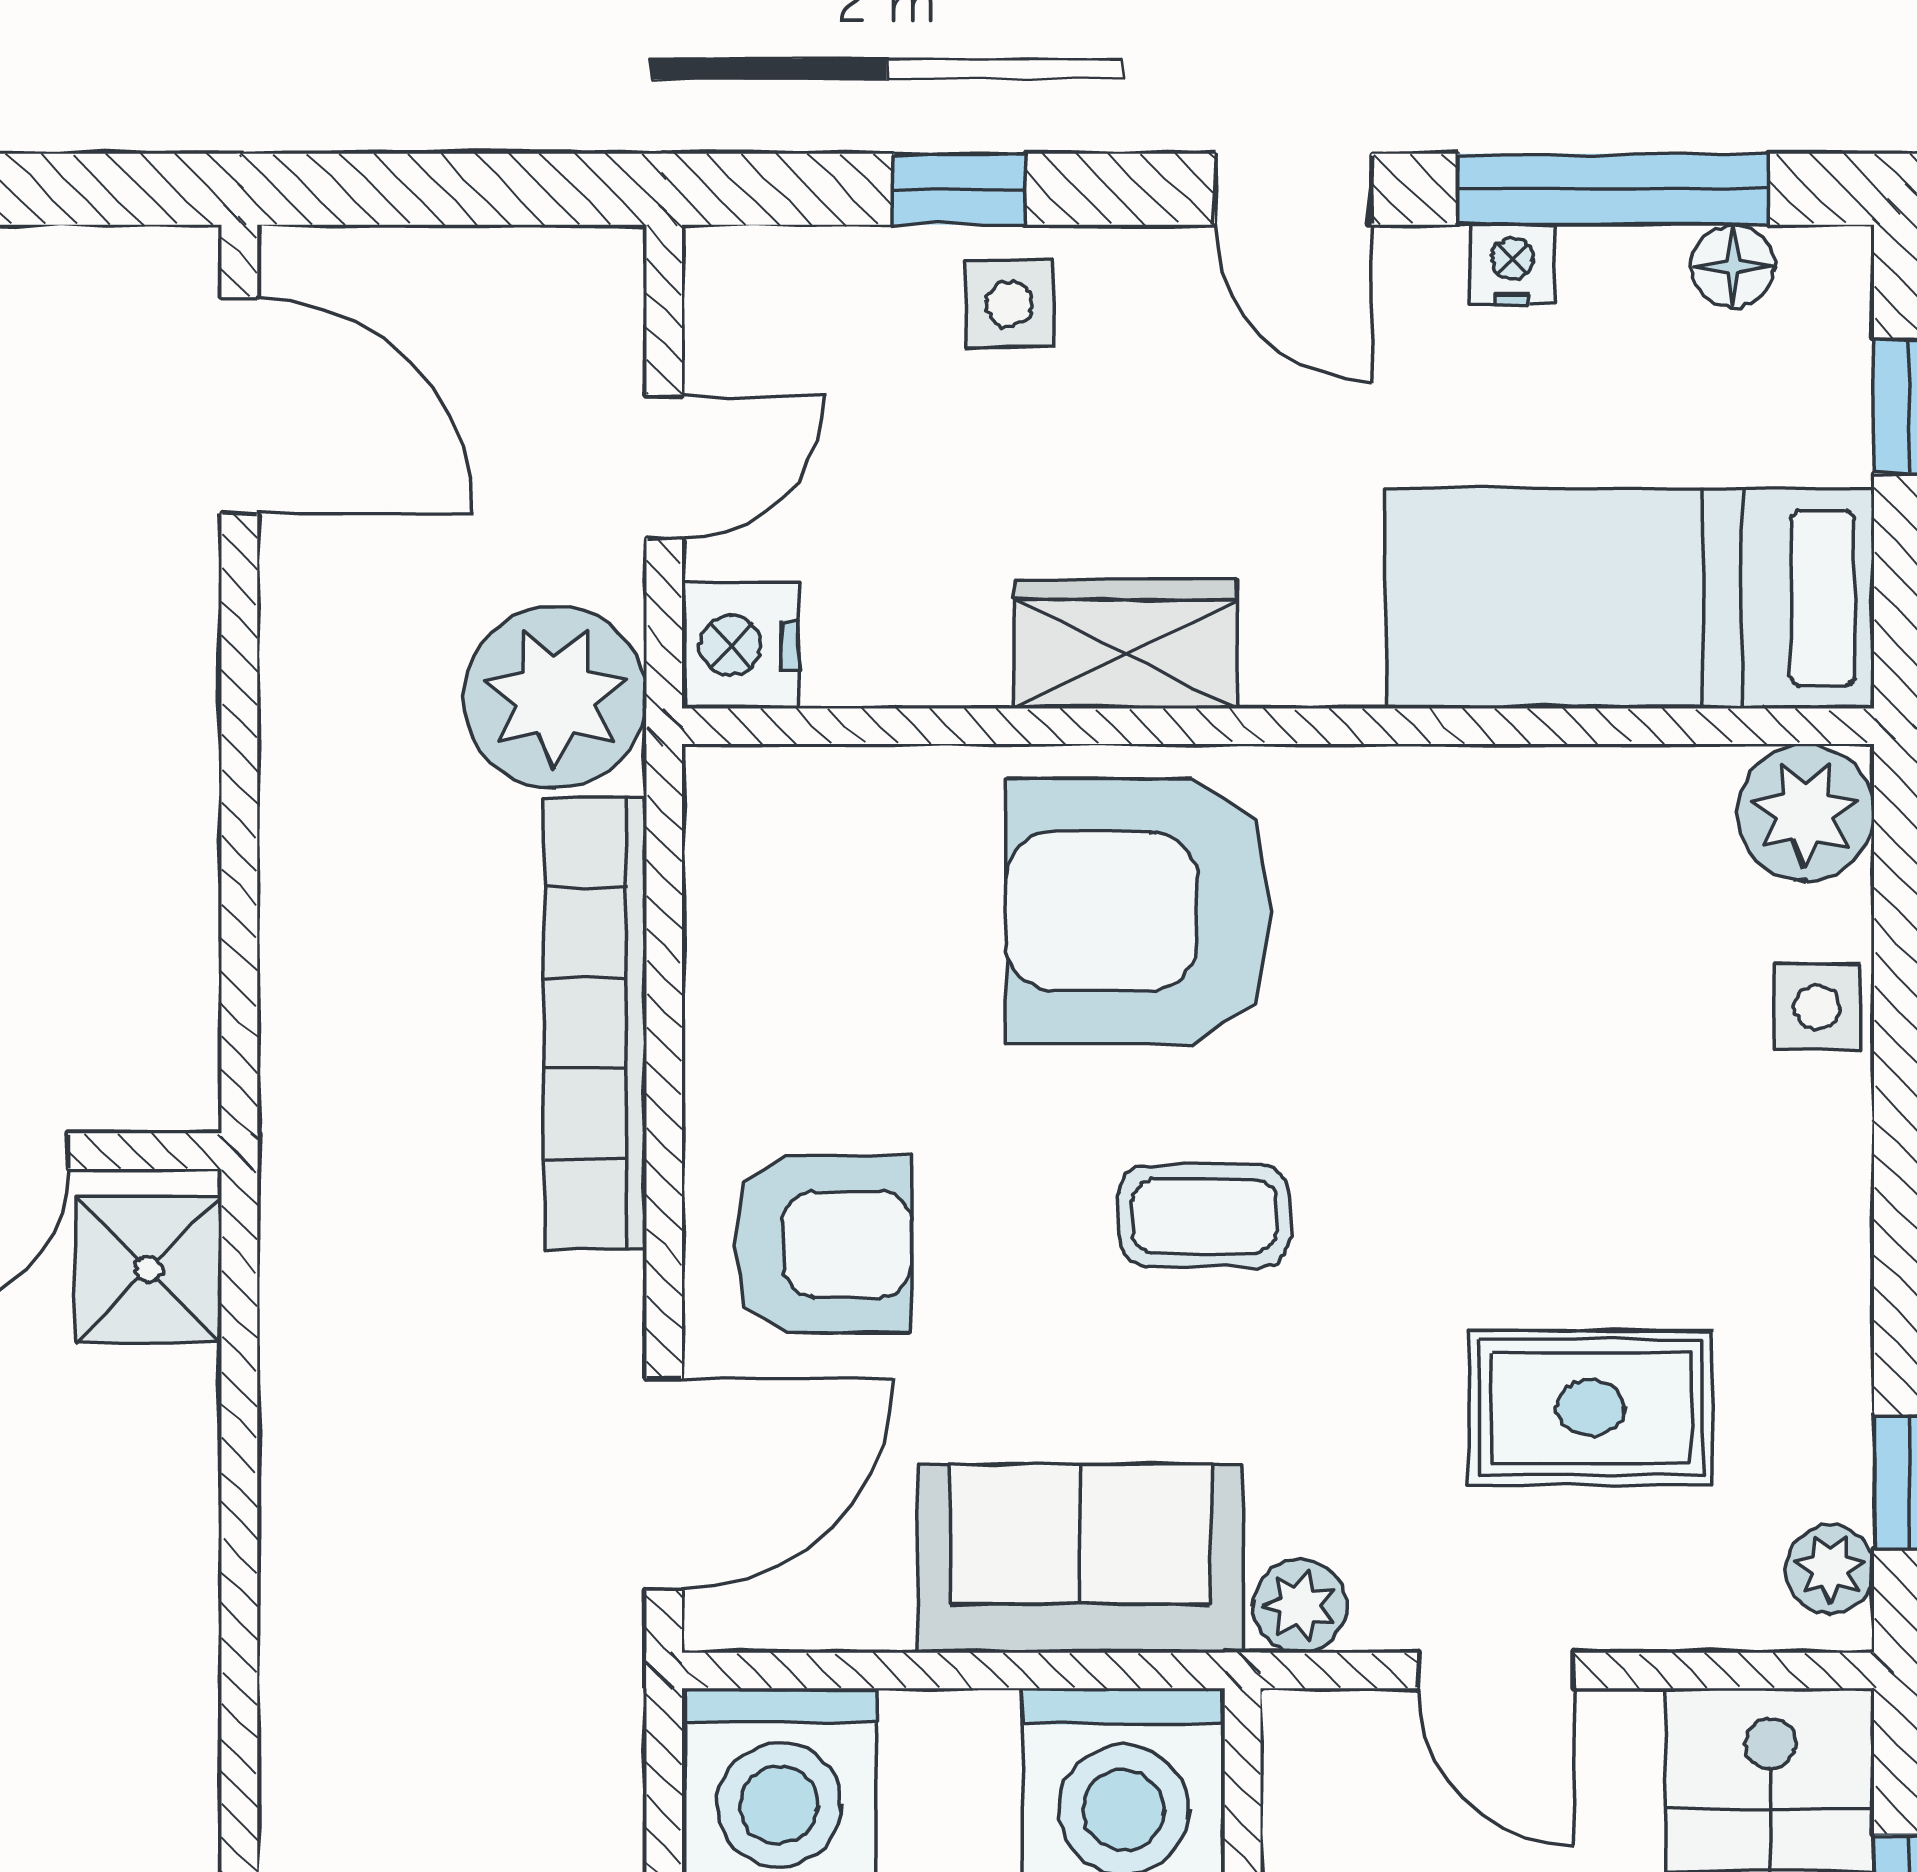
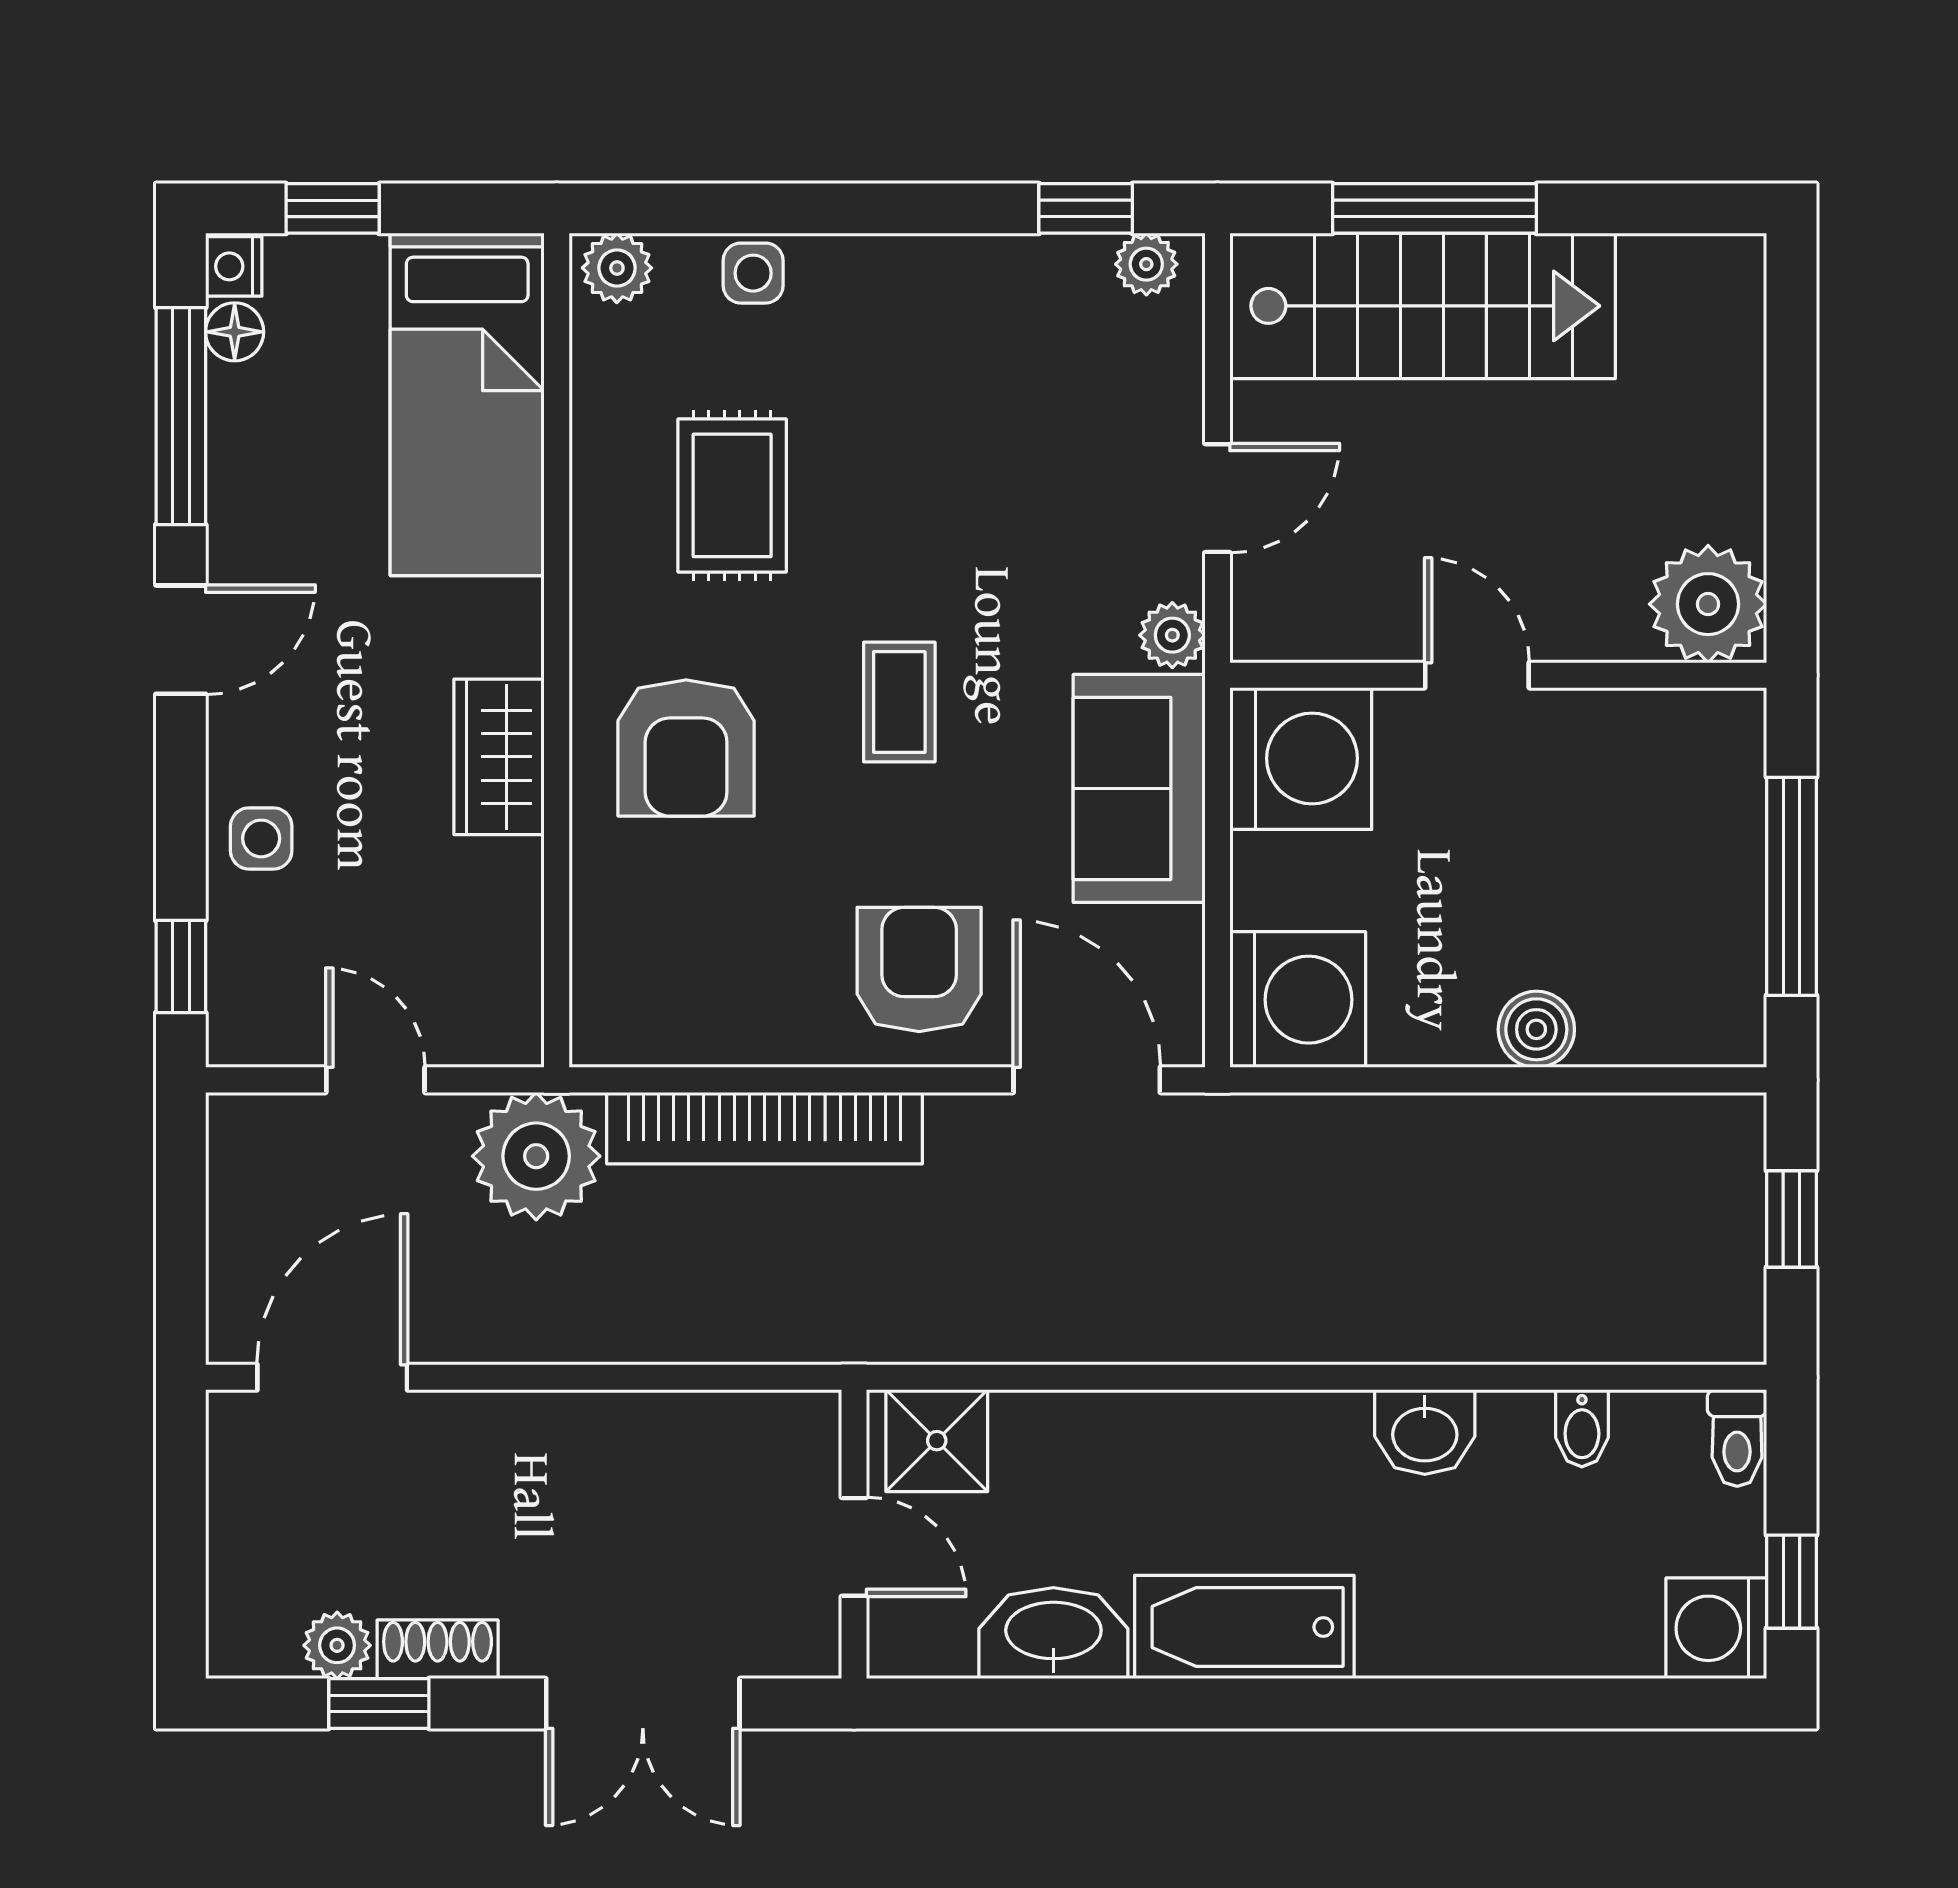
window: (959, 189) -> (181, 967), moved
nightstand: (1512, 265) -> (234, 266), moved
nightstand: (740, 646) -> (500, 1027), removed
plant: (1806, 813) -> (617, 268), width x0.73, depth x0.73
armchair: (1139, 911) -> (686, 748), width x0.73, depth x0.73
rug: (1591, 1408) -> (732, 495), moved

